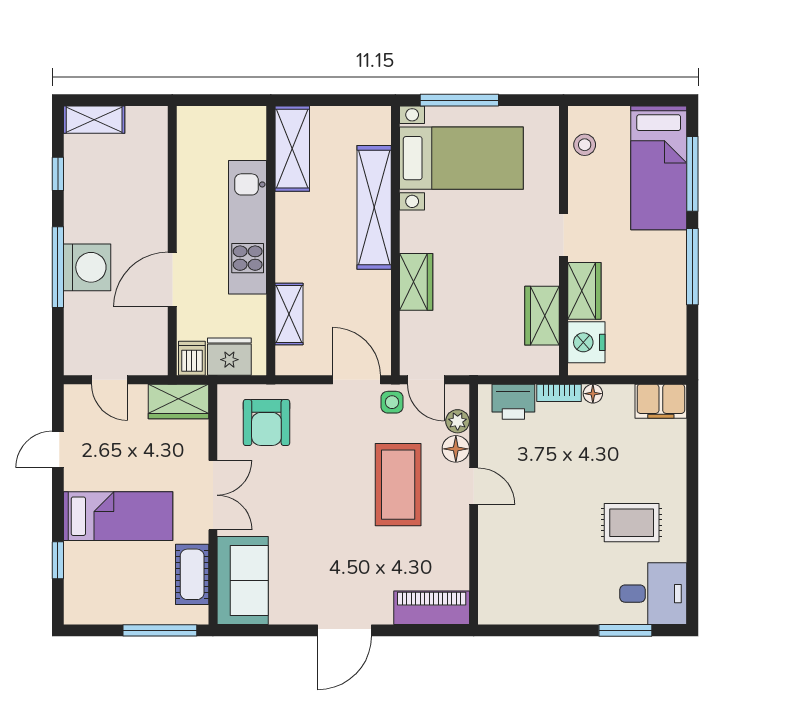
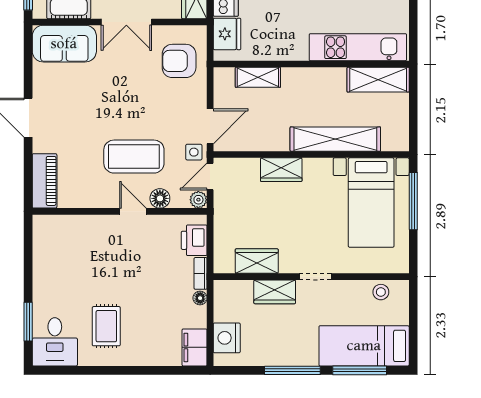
kitchen unit: (248, 227) -> (358, 47), moved
nightstand: (586, 342) -> (227, 338), moved, turned -90
plant: (458, 421) -> (198, 200), moved
door: (474, 486) -> (133, 211), swing flipped

